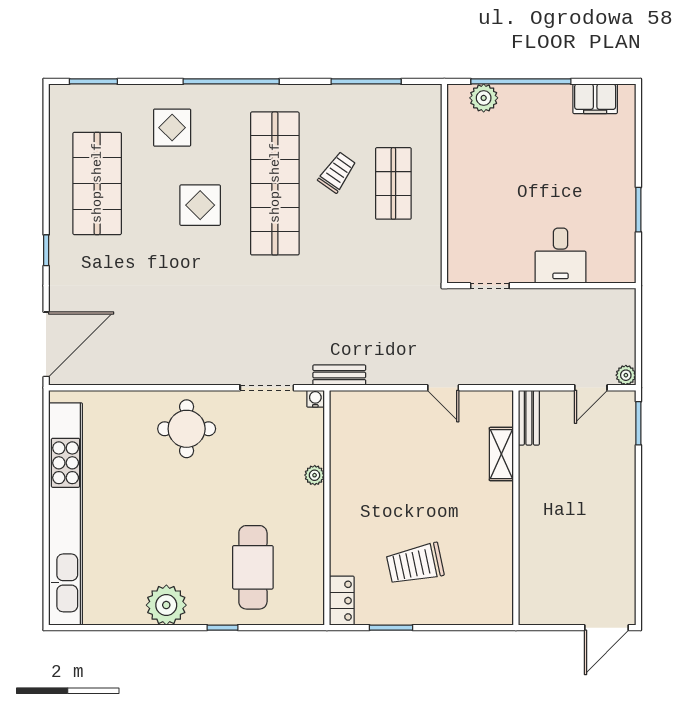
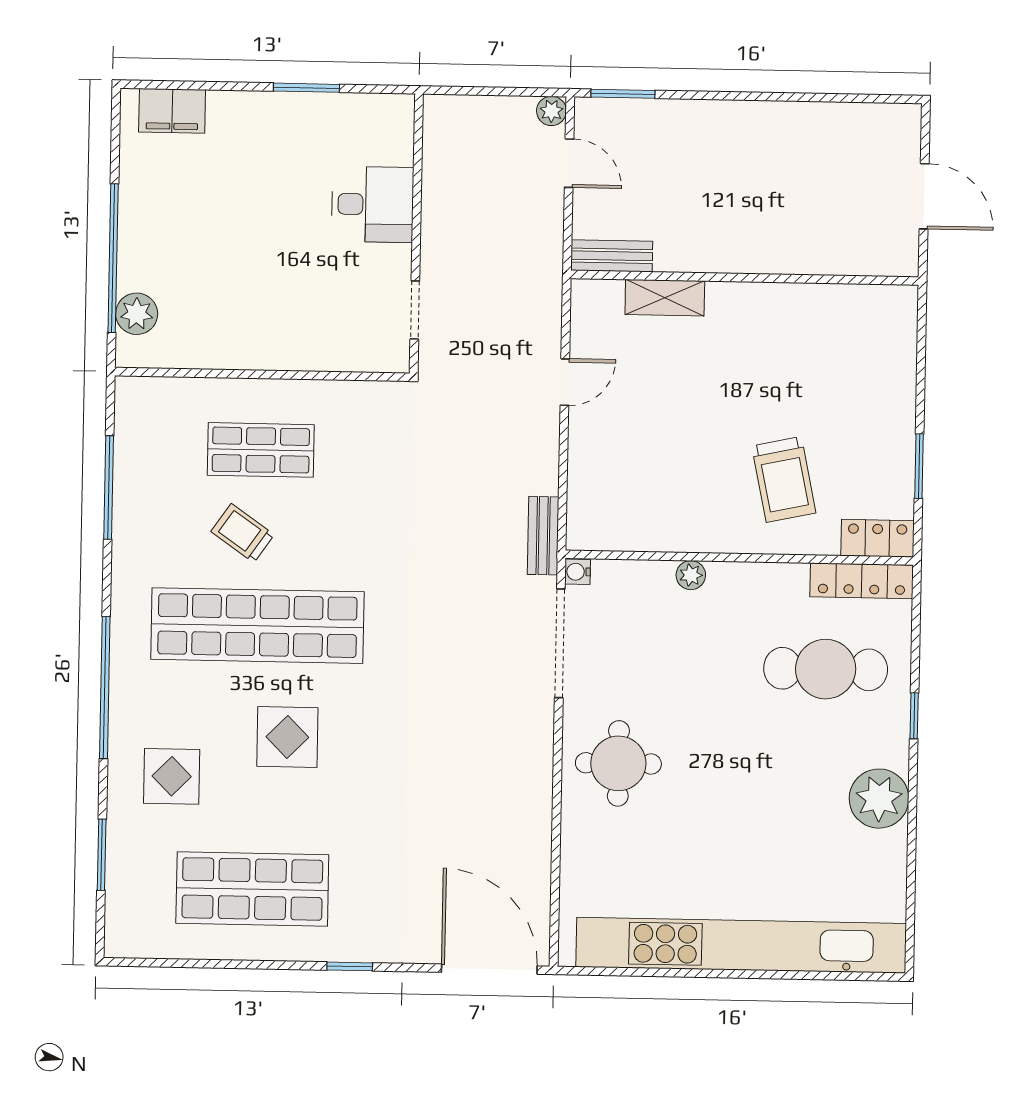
window: (93, 81) -> (102, 855), moved
filing cabinet: (595, 99) -> (172, 111), moved, turned 90
doorway: (267, 388) -> (560, 643), width x1.36
trolley: (415, 564) -> (784, 479), moved
locker: (313, 590) -> (862, 581), added
door: (607, 628) -> (924, 196), moved

